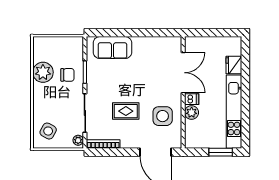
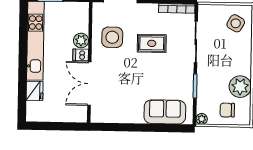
chair: (67, 75) -> (227, 110), moved
plant: (78, 140) -> (202, 119), moved

